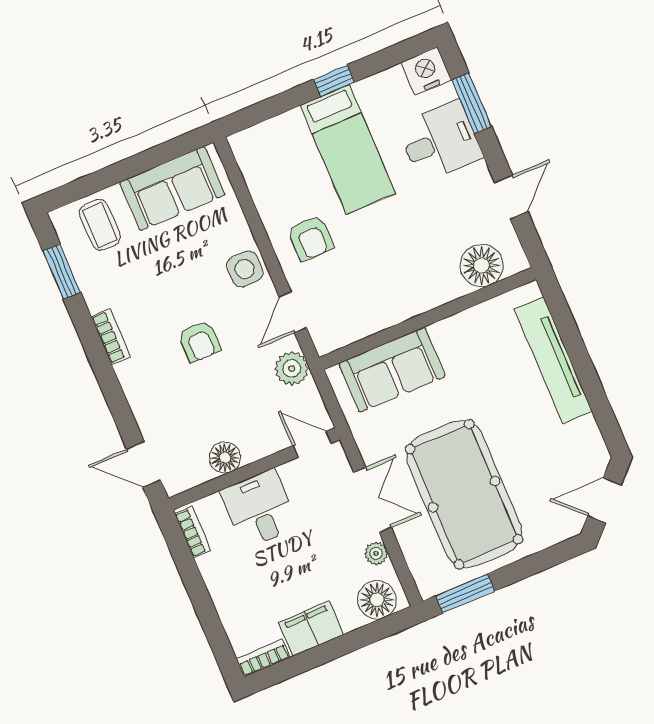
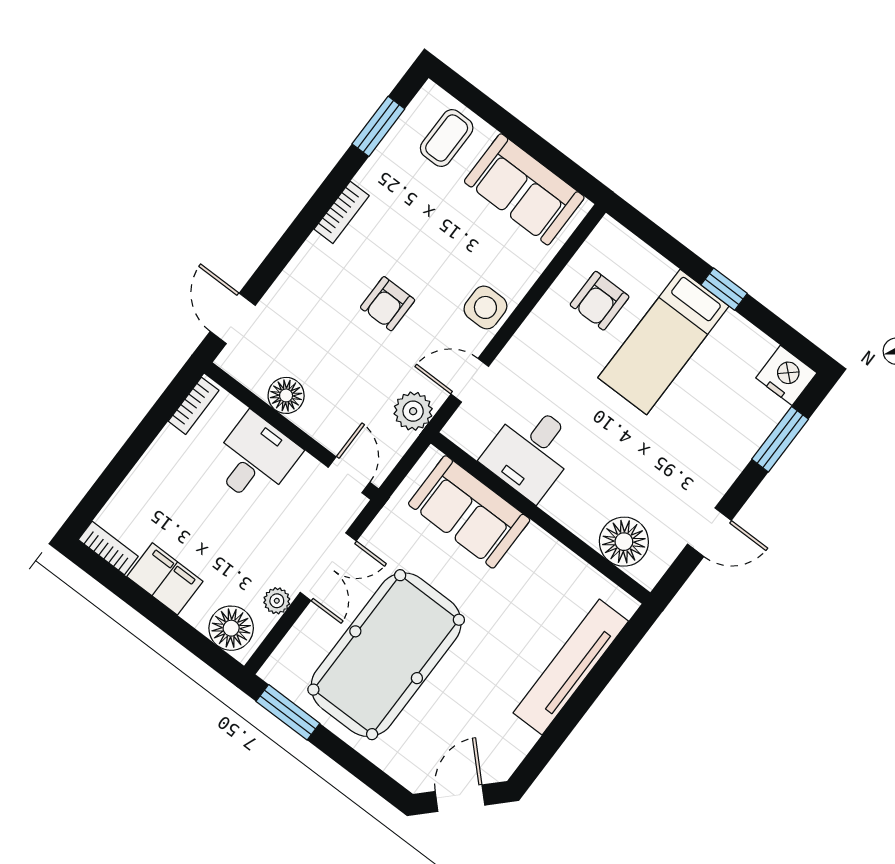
desk: (440, 141) -> (531, 452), moved, turned 90
armchair: (311, 238) -> (600, 301), moved
door: (604, 500) -> (460, 798), hinge flipped

